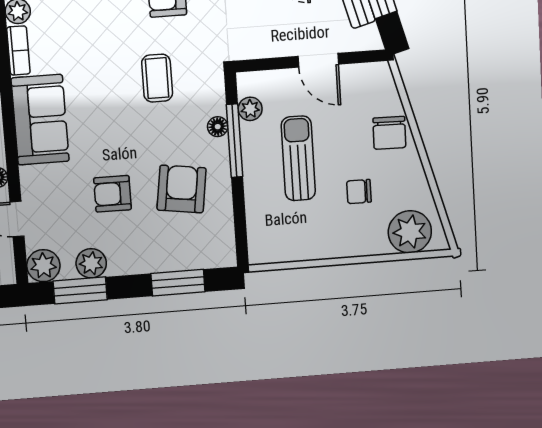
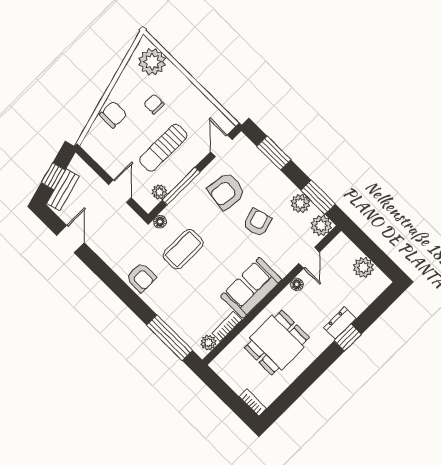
door: (318, 60) -> (120, 191), moved
coffee table: (157, 78) -> (183, 249), width x1.36, depth x1.30
floor lamp: (218, 127) -> (160, 222), moved
chair: (359, 192) -> (154, 104), turned 180
armchair: (112, 194) -> (257, 222), turned -106
door: (240, 229) -> (221, 146), added

